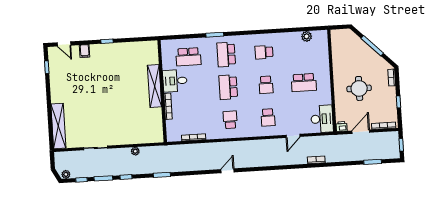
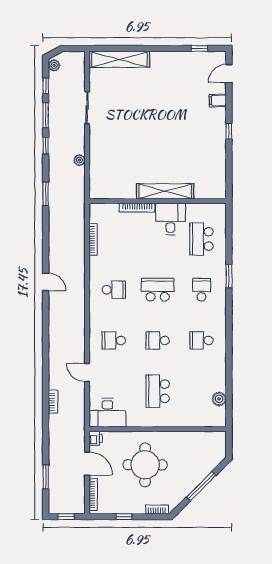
school desk: (264, 52) -> (201, 340), turned -90
school desk: (226, 54) -> (201, 290), width x0.54
round table: (359, 88) -> (145, 465), width x1.36, depth x1.36

